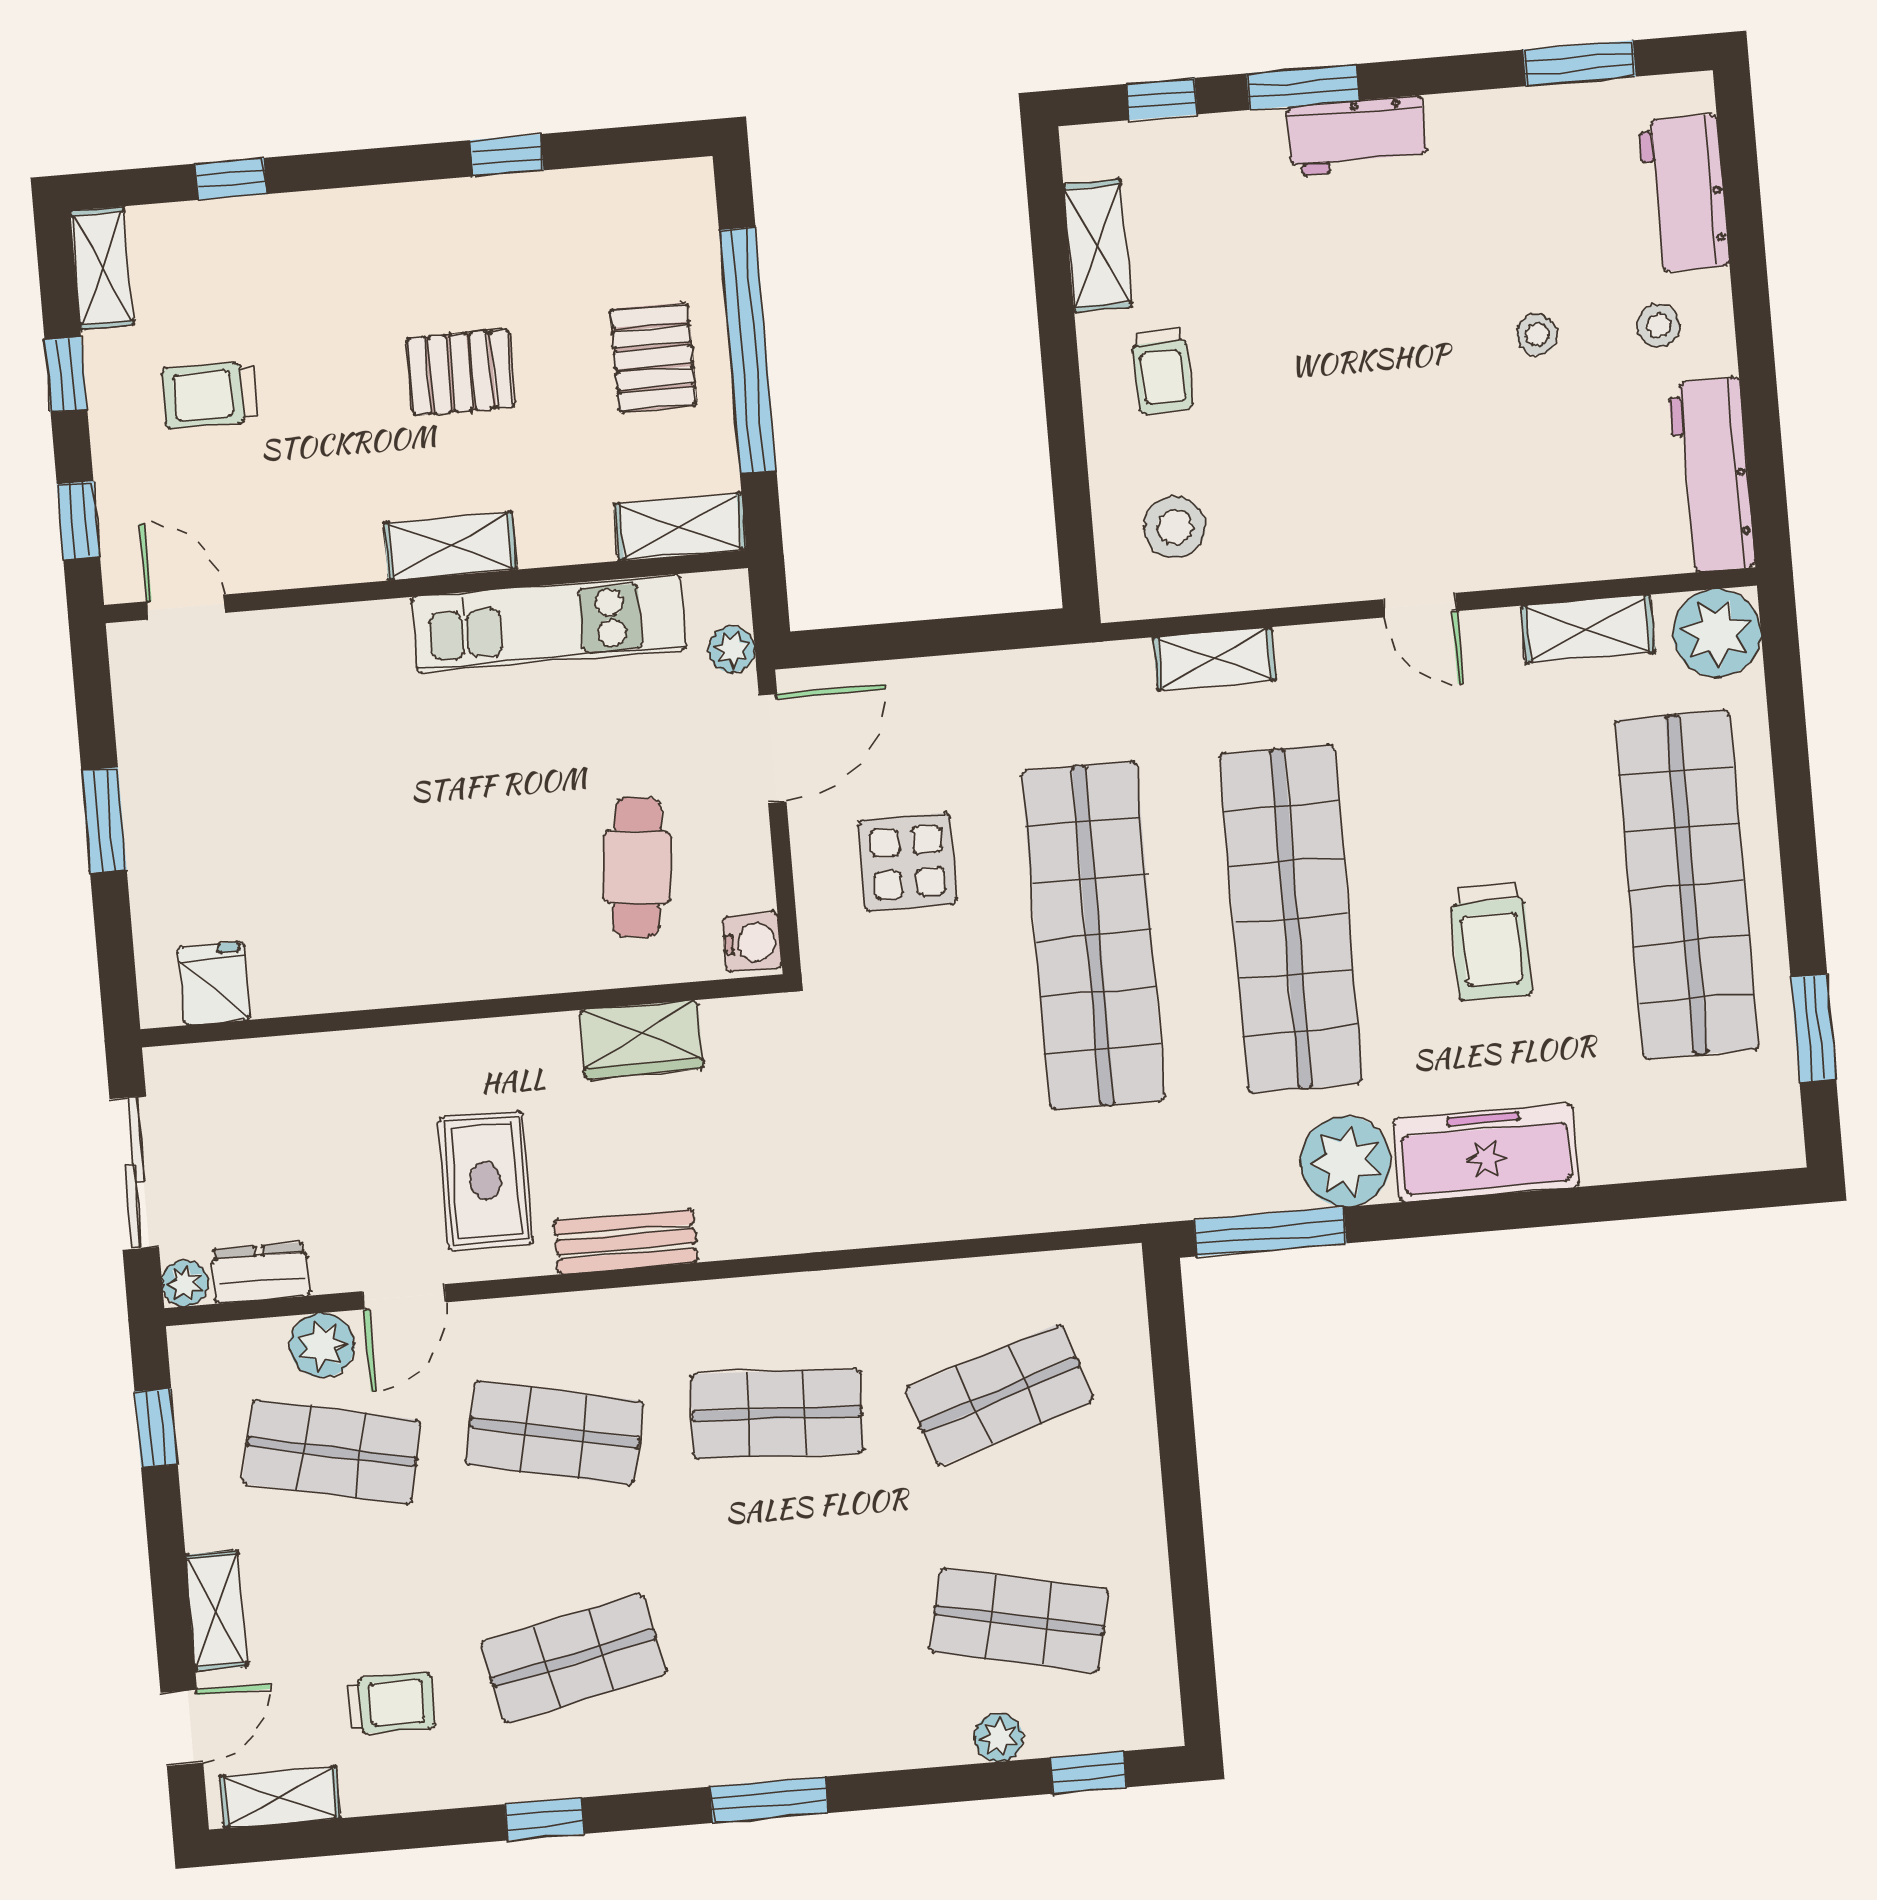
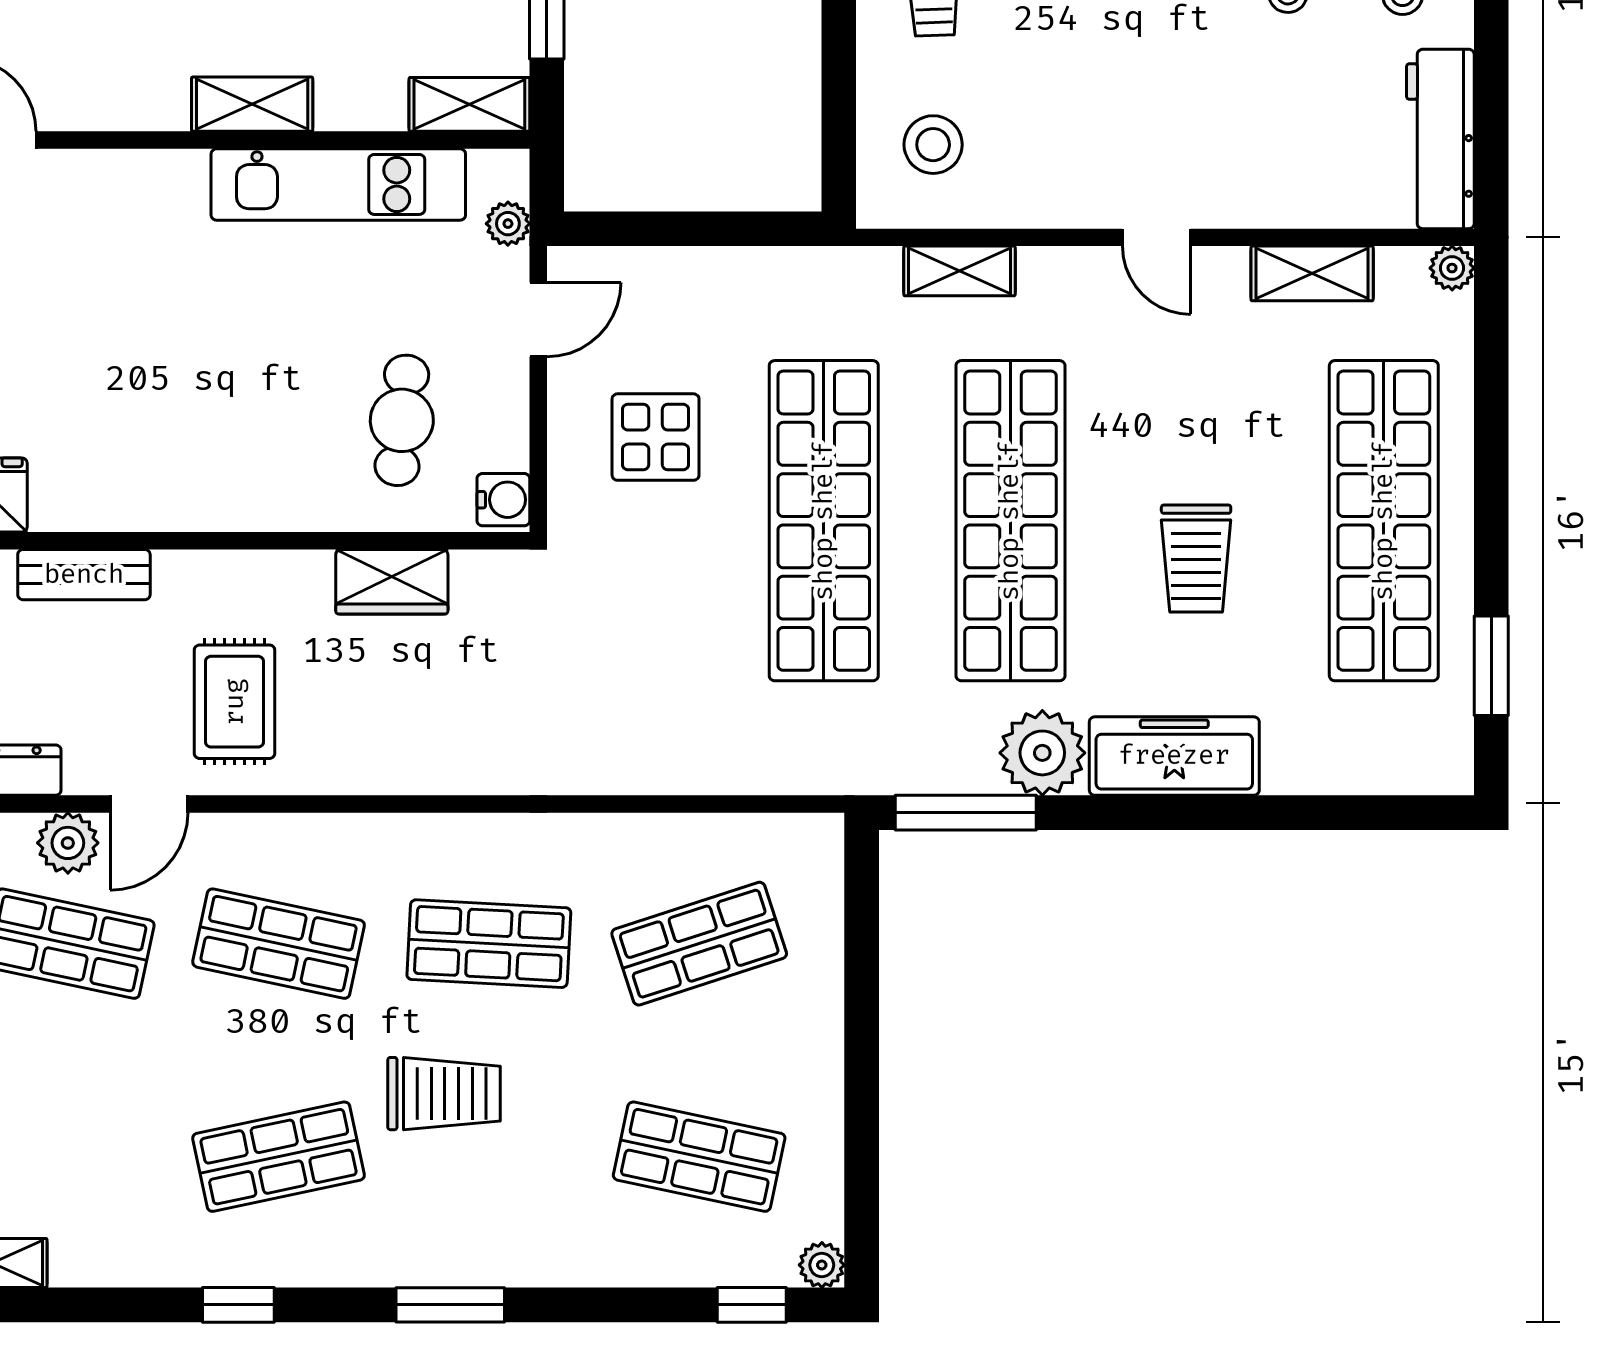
plant: (1717, 633) -> (1452, 268), width x0.53, depth x0.53
door: (773, 748) -> (538, 320), width x0.73
bench: (626, 1242) -> (84, 575), moved
trolley: (391, 1703) -> (444, 1094), moved, width x1.36, depth x1.39
plant: (999, 1738) -> (822, 1265), moved

